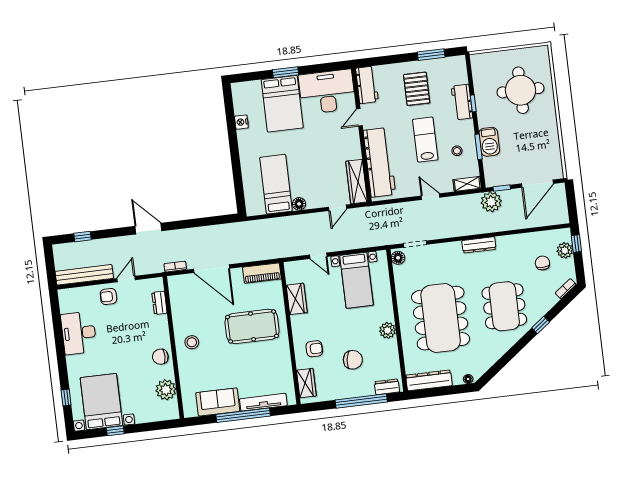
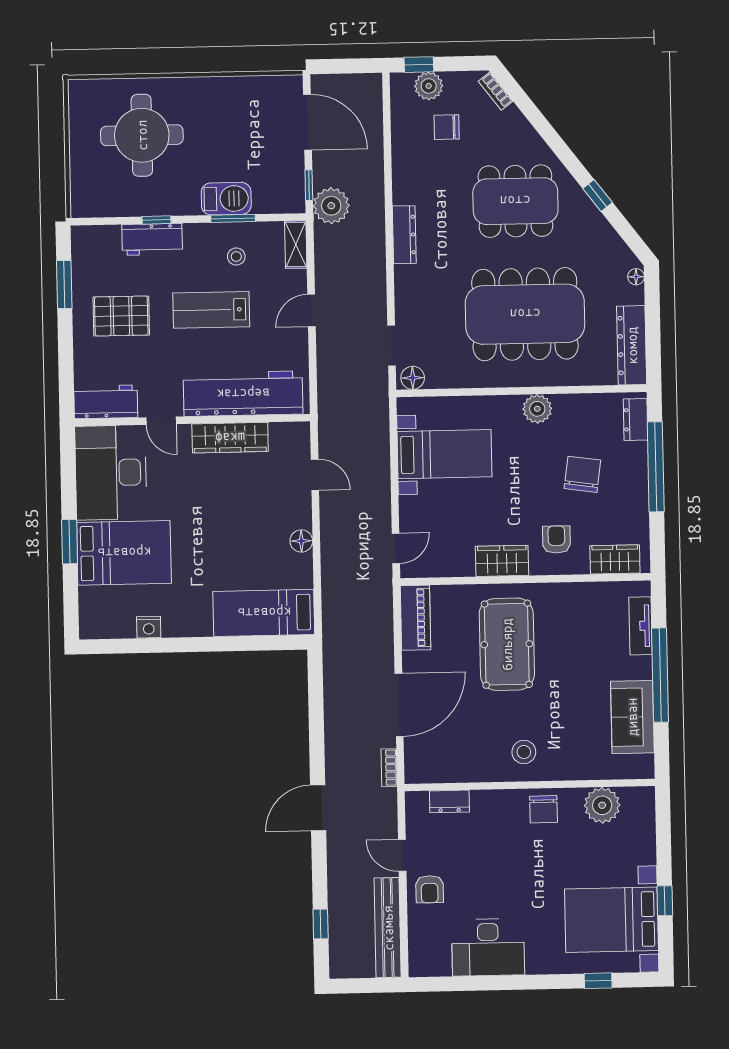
wardrobe: (357, 182) -> (230, 438), moved
bed: (276, 184) -> (264, 613), moved
door: (318, 256) -> (396, 548), moved
wardrobe: (297, 299) -> (502, 561), moved
window: (541, 325) -> (598, 196), moved
tv unit: (263, 402) -> (640, 626), width x0.71

